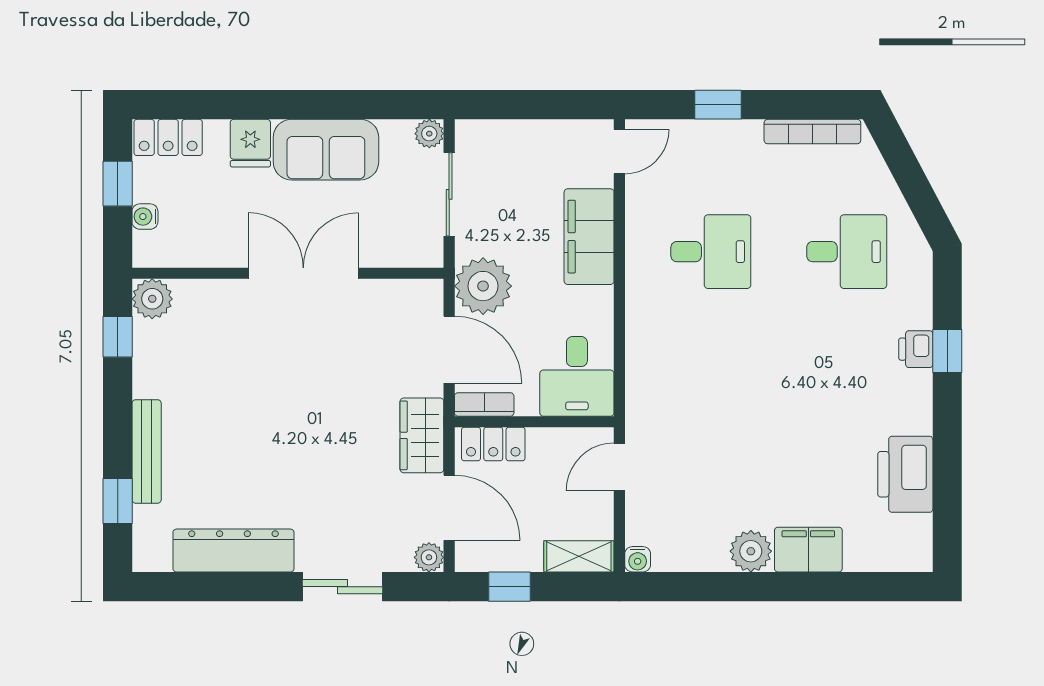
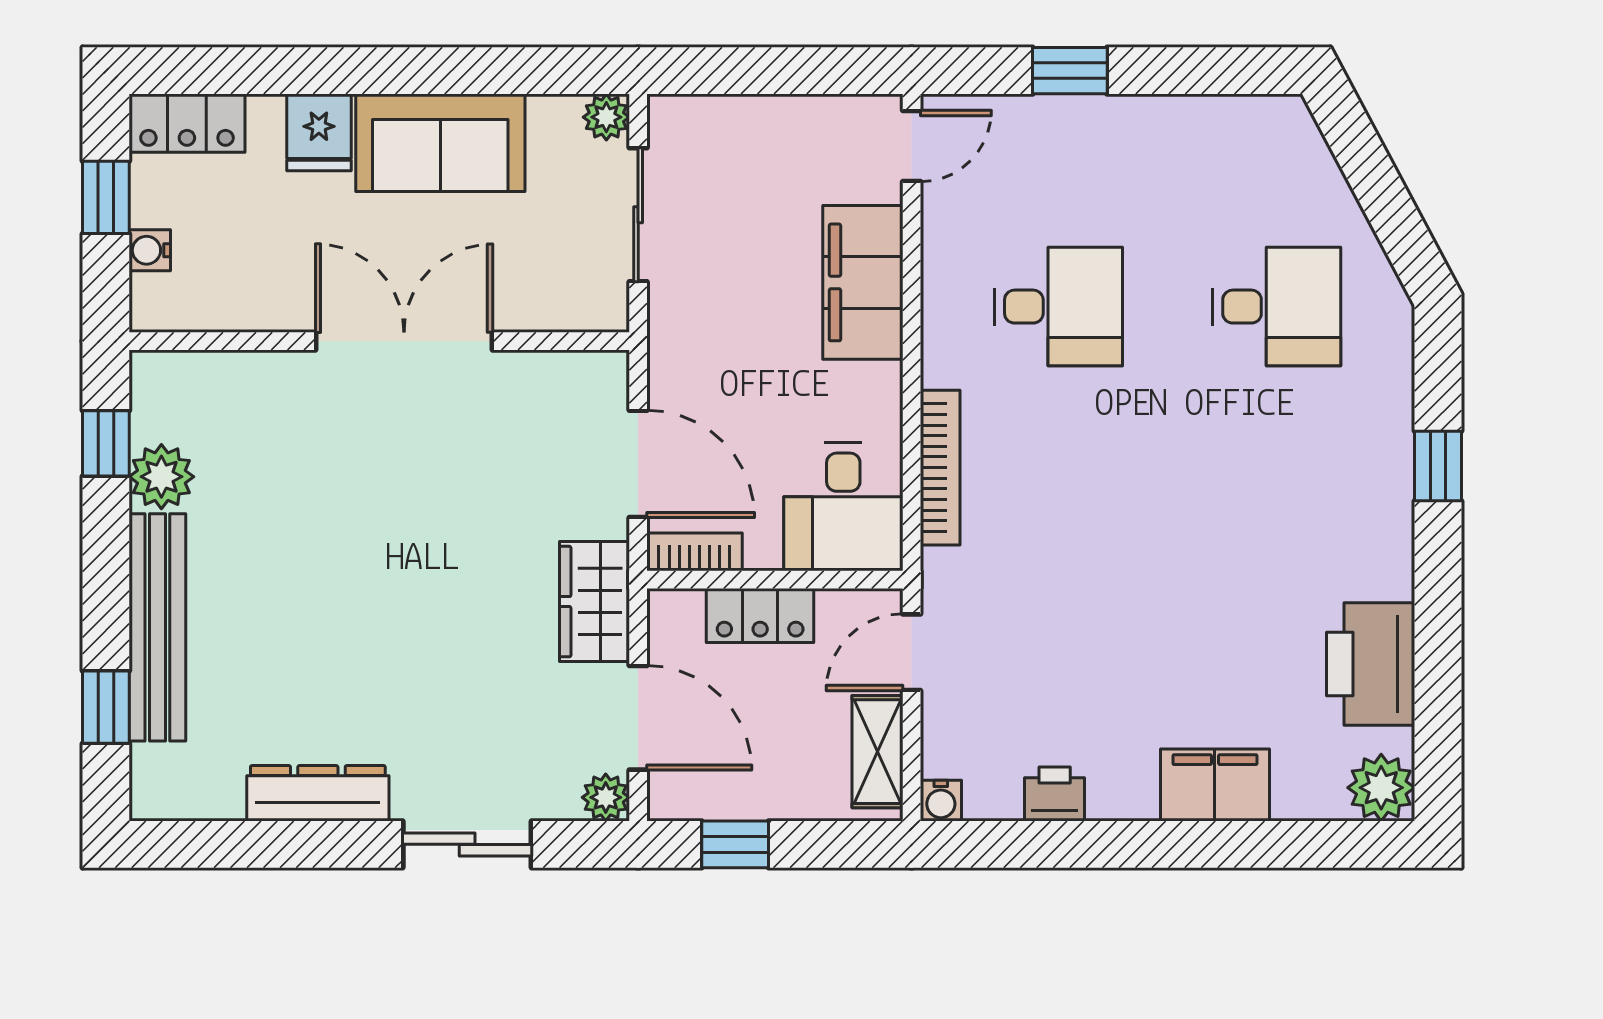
bookcase: (812, 132) -> (940, 468), moved, turned -90
plant: (483, 286) -> (693, 362), removed
plant: (152, 299) -> (161, 477), moved
printer: (916, 349) -> (1055, 794), moved, turned 90
locker: (493, 444) -> (760, 616), moved
bench: (147, 451) -> (157, 627), width x1.37, depth x1.21
dresser: (233, 551) -> (318, 793), width x0.73, depth x0.80
plant: (751, 551) -> (1381, 788), moved
shelving: (579, 556) -> (878, 752), moved, turned 90

